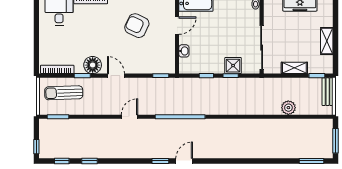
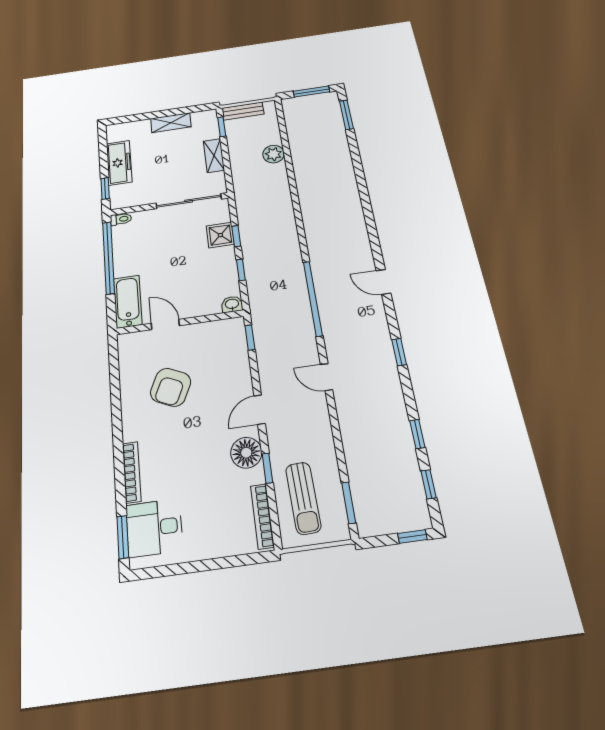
washbasin: (184, 51) -> (232, 304), moved
window: (160, 161) -> (399, 352), moved

